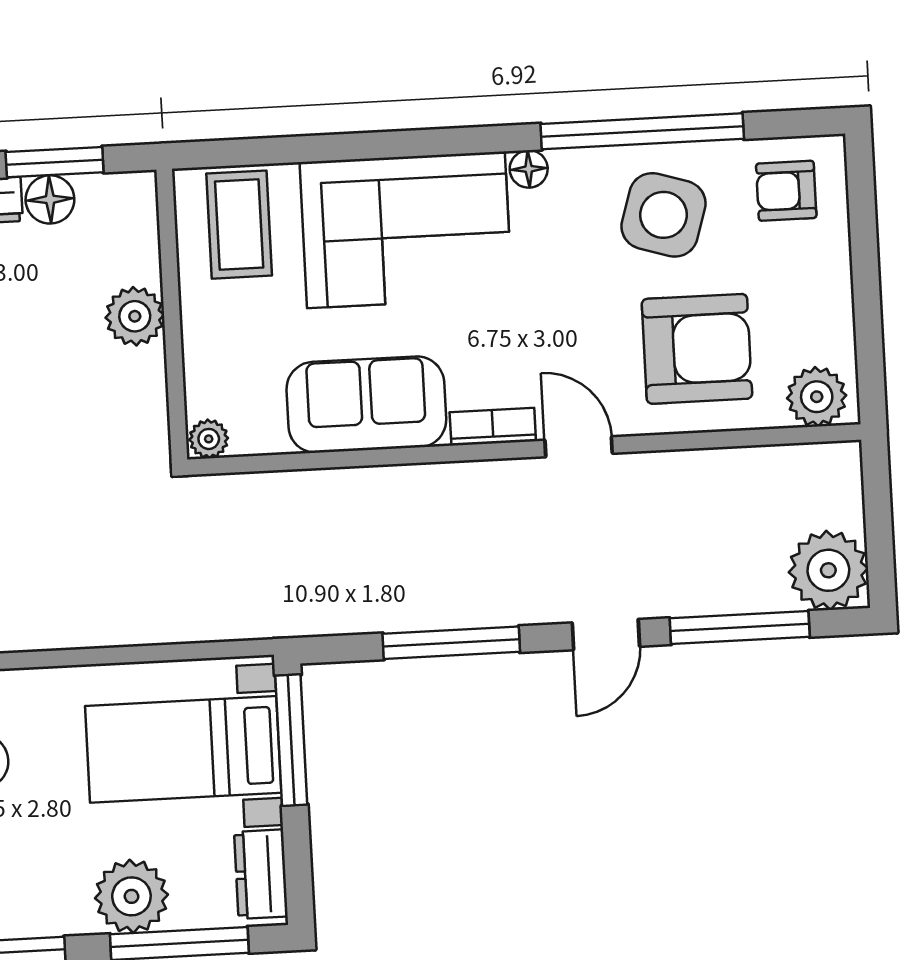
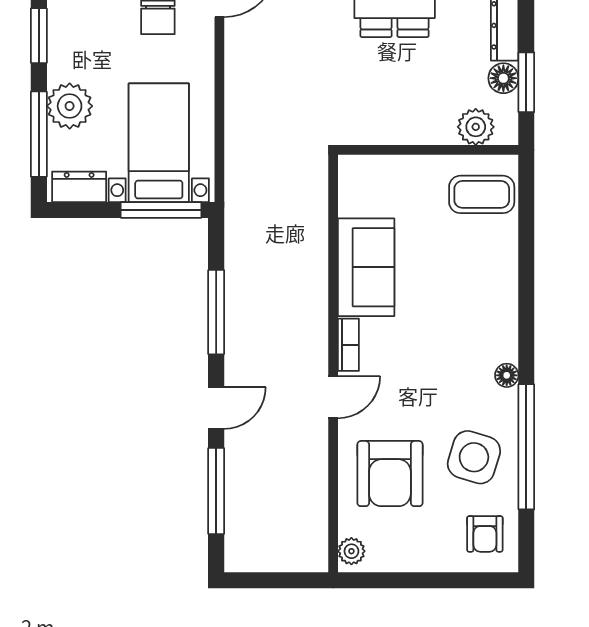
armchair: (786, 191) -> (485, 534), turned 180
corner sofa: (406, 230) -> (473, 297), removed
plant: (135, 316) -> (476, 127), moved
plant: (817, 397) -> (351, 551), width x0.73, depth x0.73
plant: (209, 439) -> (350, 169), removed
plant: (828, 570) -> (249, 548), removed
door: (606, 635) -> (216, 408), swing flipped

